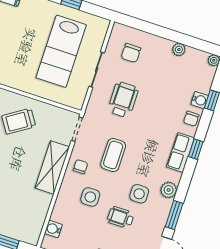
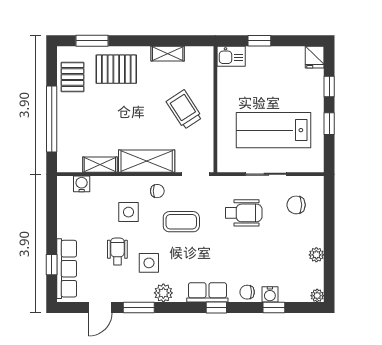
shelving: (42, 208) -> (100, 165), added

